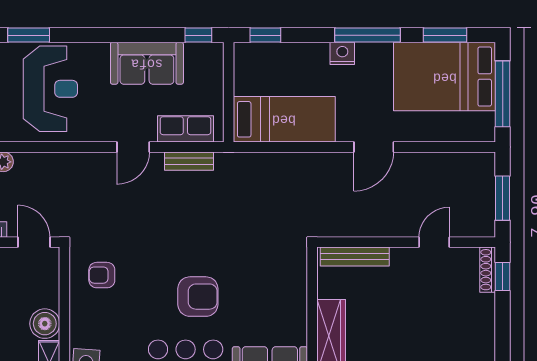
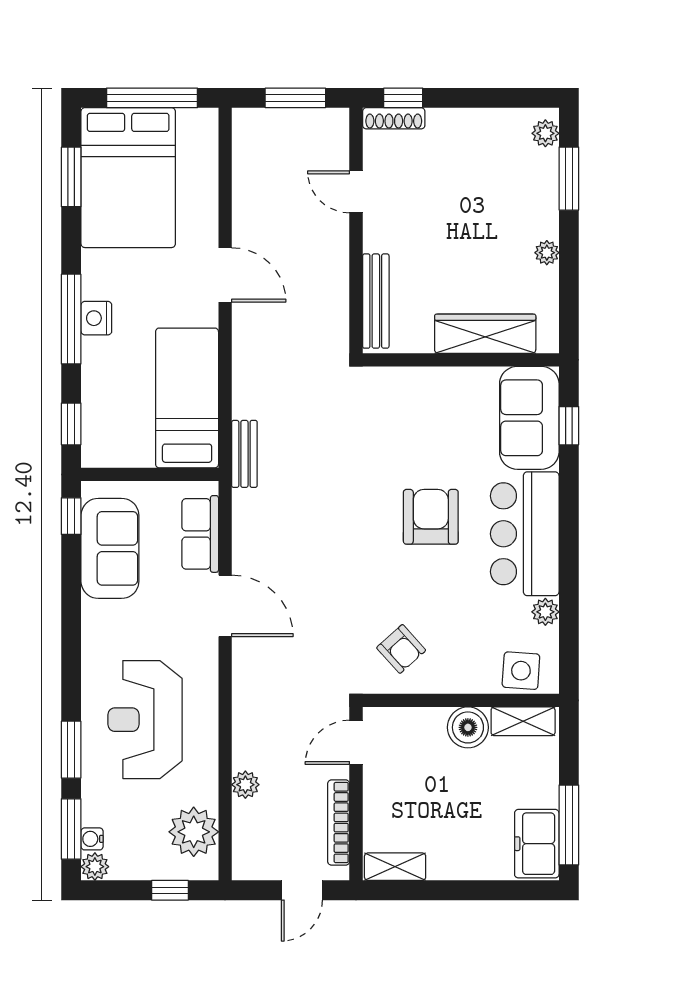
window: (367, 35) -> (71, 319), moved
sofa: (147, 63) -> (110, 548), moved
reception desk: (50, 89) -> (145, 720), turned -90
door: (133, 147) -> (225, 606), width x1.38
bench: (189, 161) -> (244, 454), moved
armchair: (102, 275) -> (401, 649), turned -42

